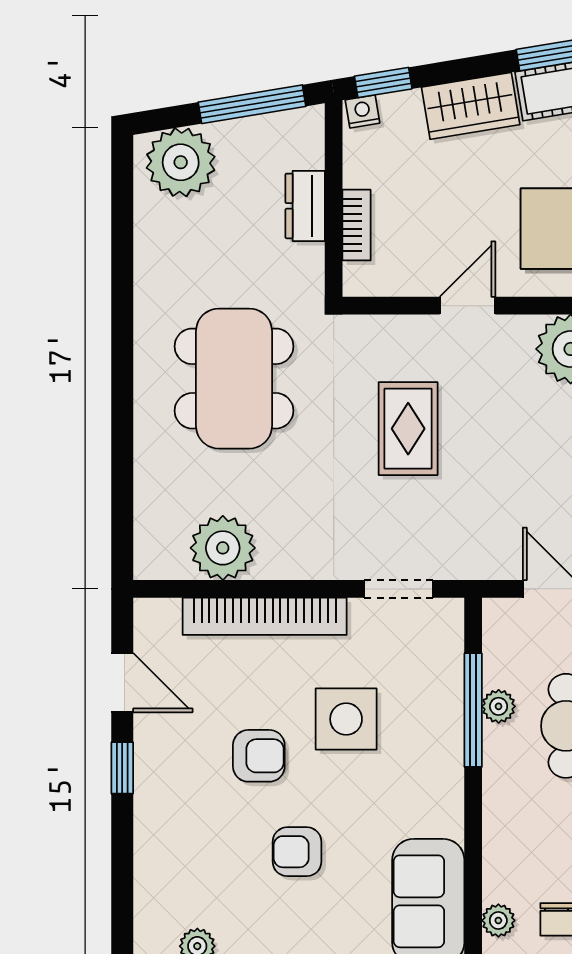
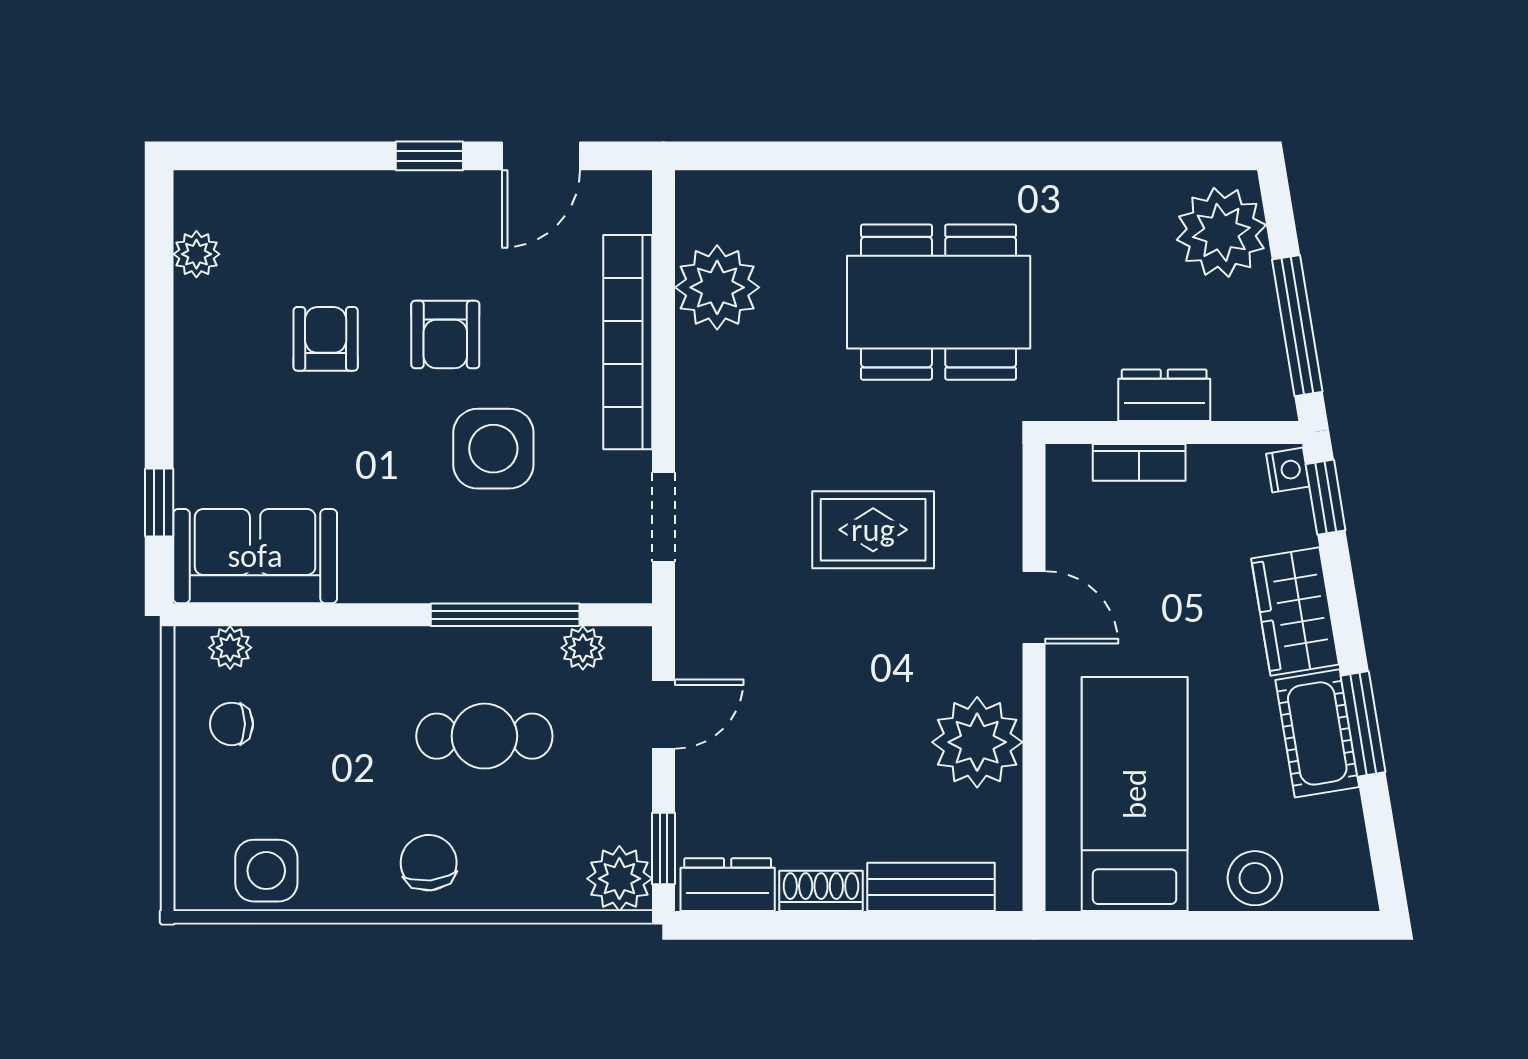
plant: (499, 706) -> (583, 648), moved
armchair: (297, 852) -> (326, 339), moved

